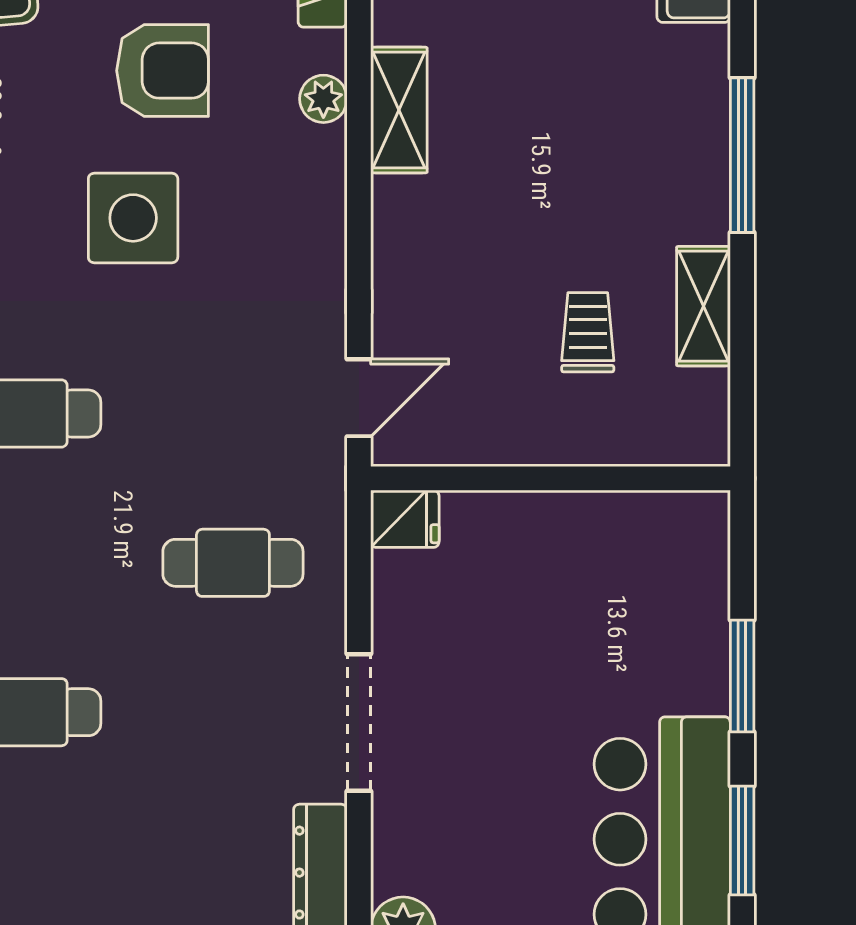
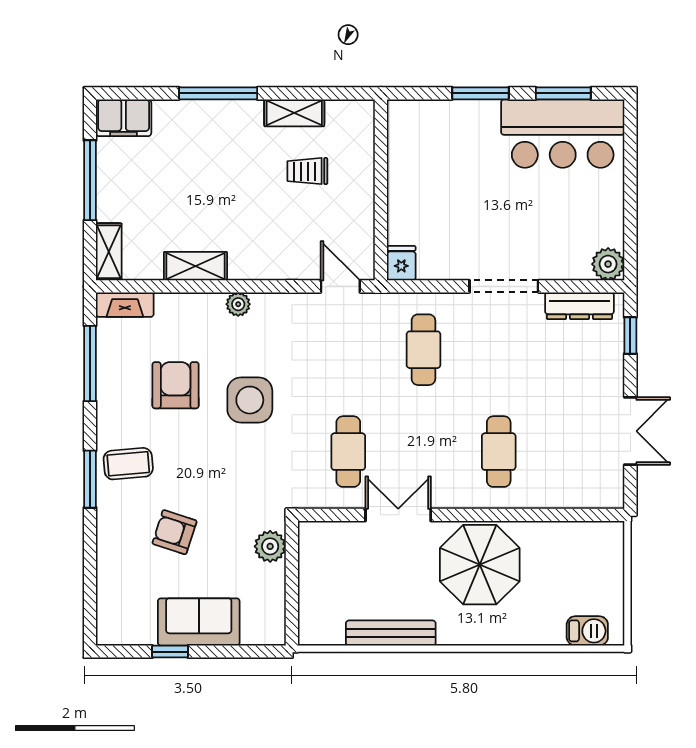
plant: (323, 99) -> (238, 304), moved

